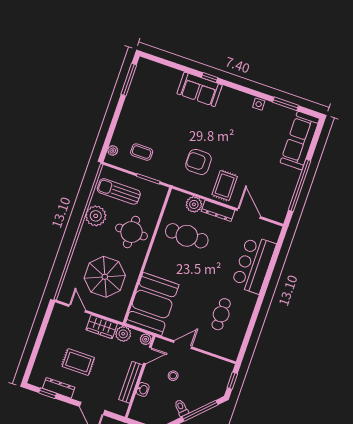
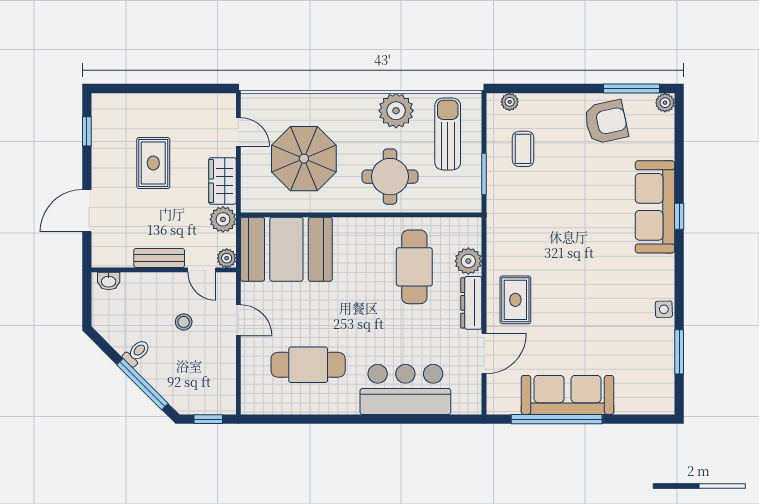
plant: (143, 64) -> (665, 103), added
sofa: (200, 89) -> (655, 207), width x1.36
sofa: (300, 141) -> (568, 395), moved
armchair: (198, 162) -> (606, 122), moved, turned 78
rug: (225, 186) -> (515, 300), turned 90
door: (77, 308) -> (238, 132), hinge flipped
cafe table: (221, 314) -> (308, 365), width x1.37, depth x1.35
bench: (131, 382) -> (159, 258), width x0.73
dresser: (59, 388) -> (101, 146), removed
washbasin: (143, 389) -> (109, 281), moved

